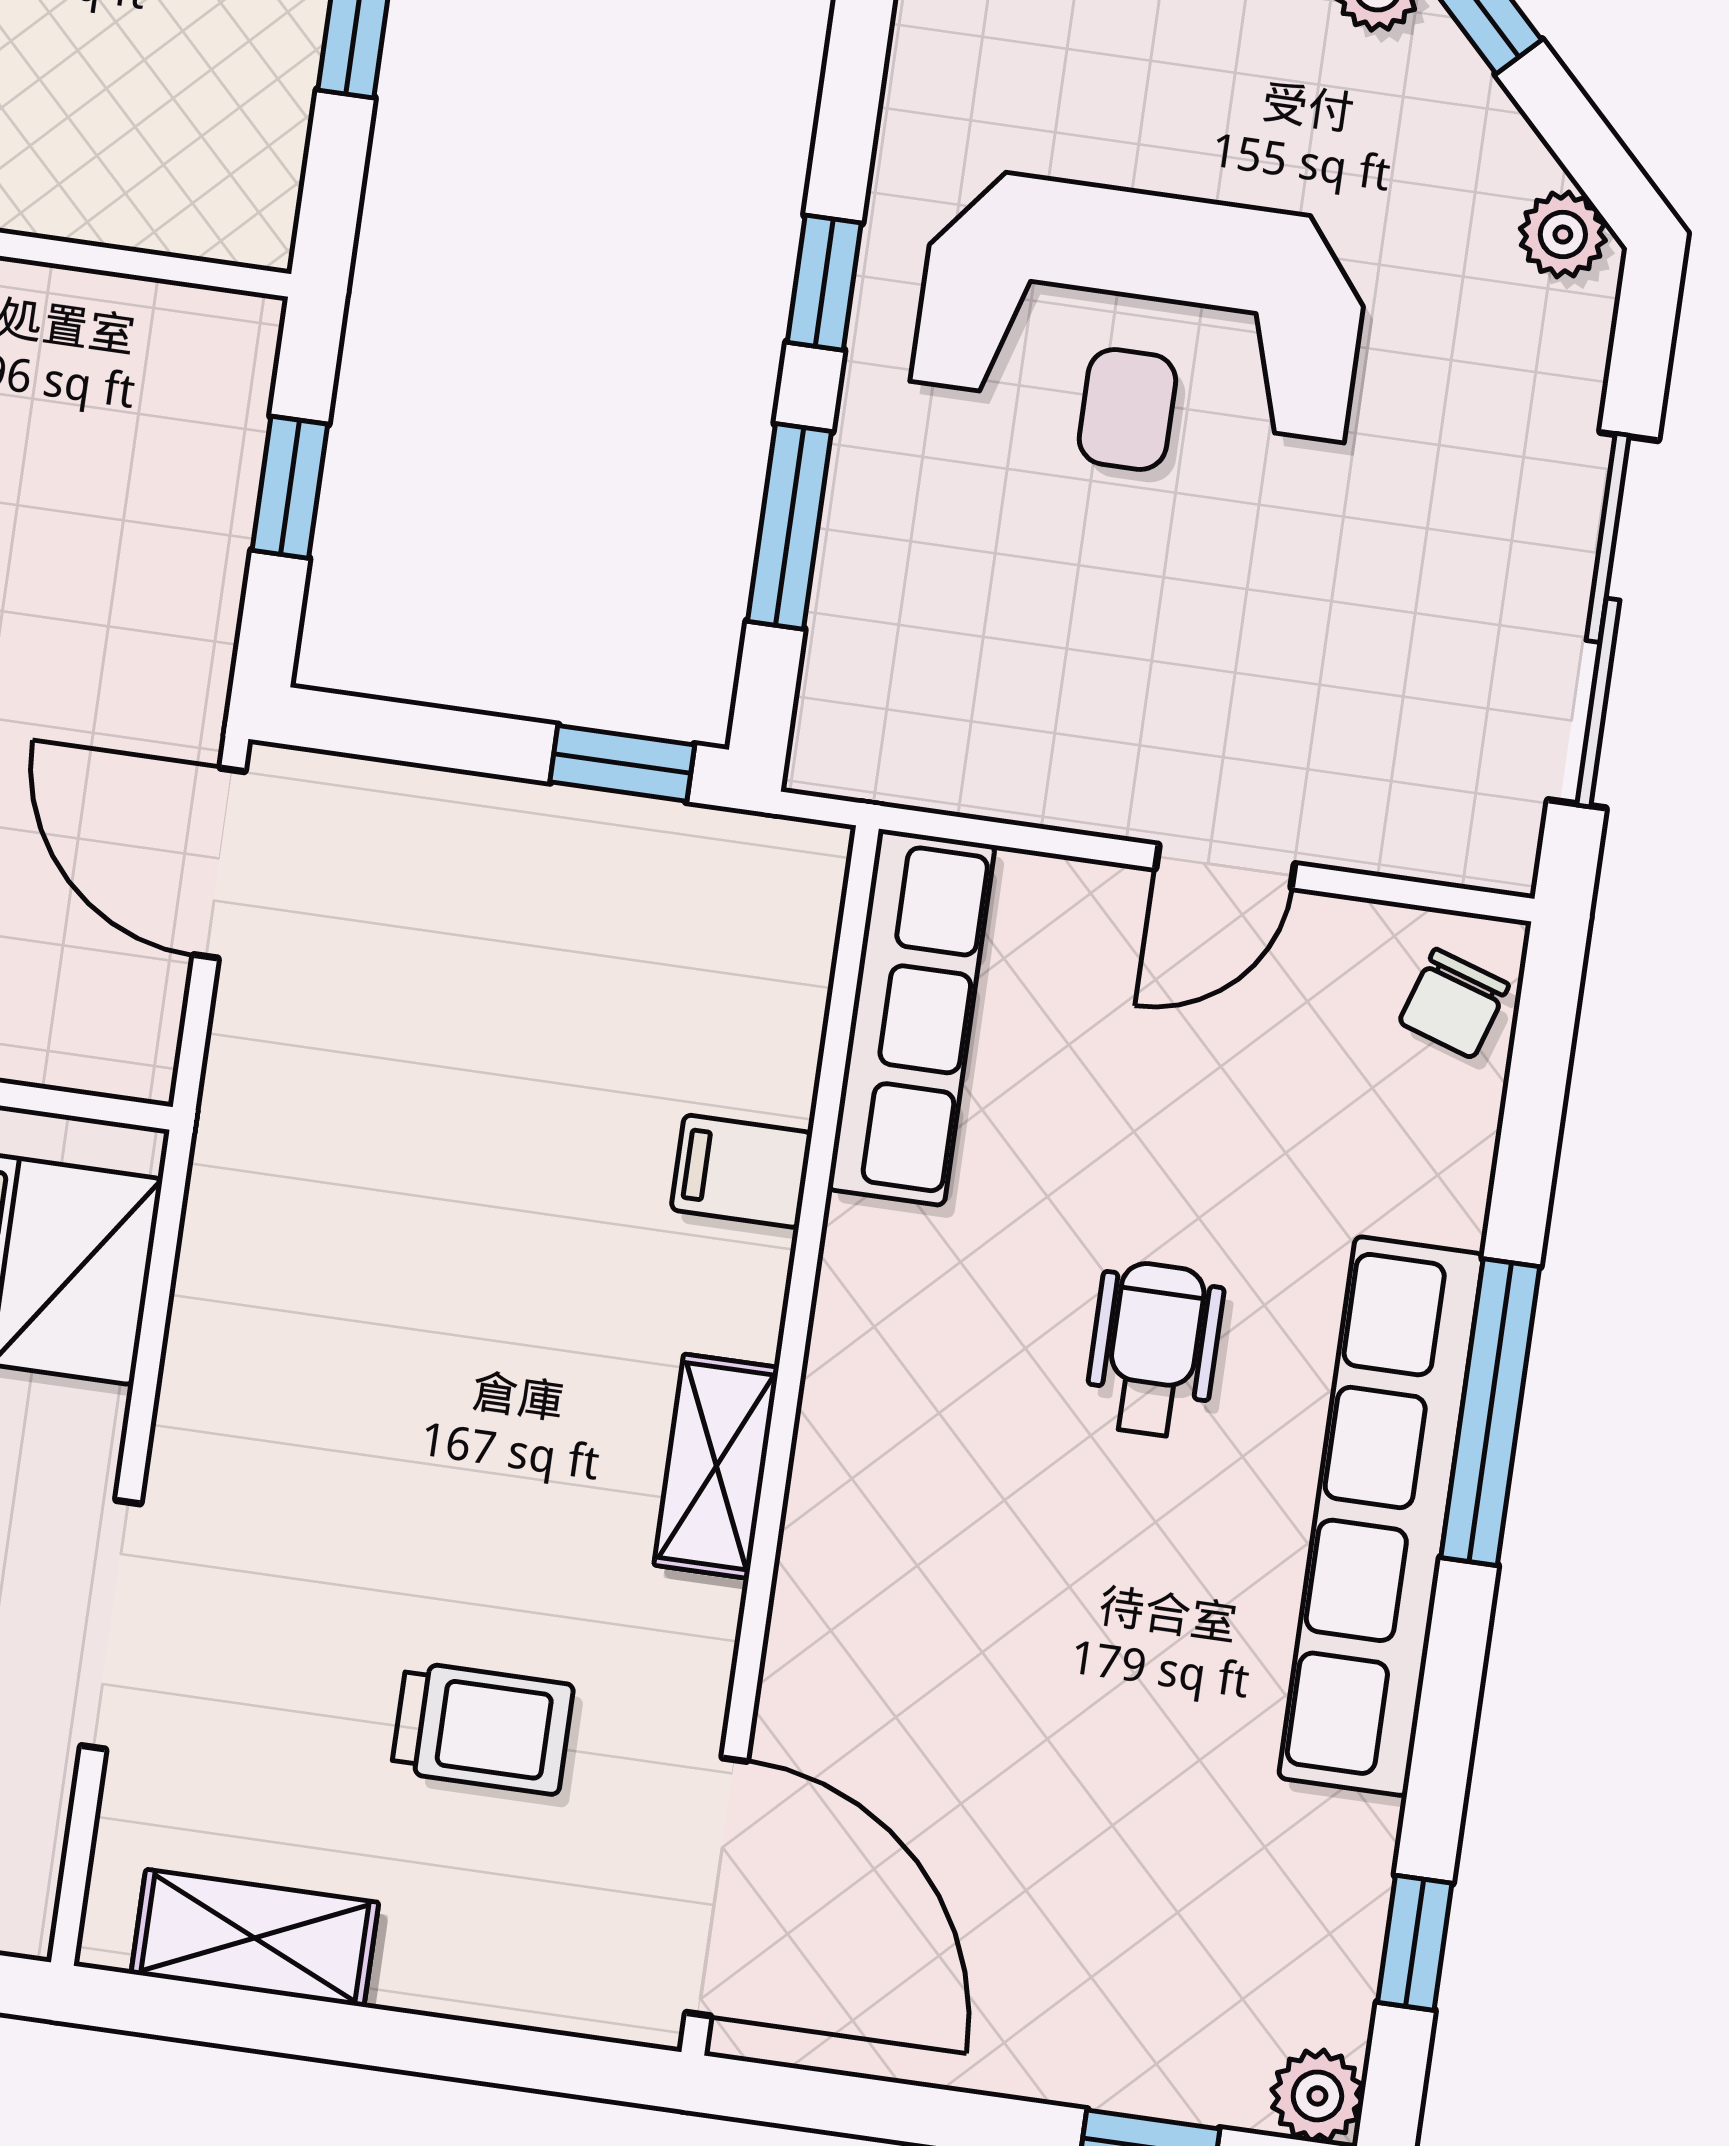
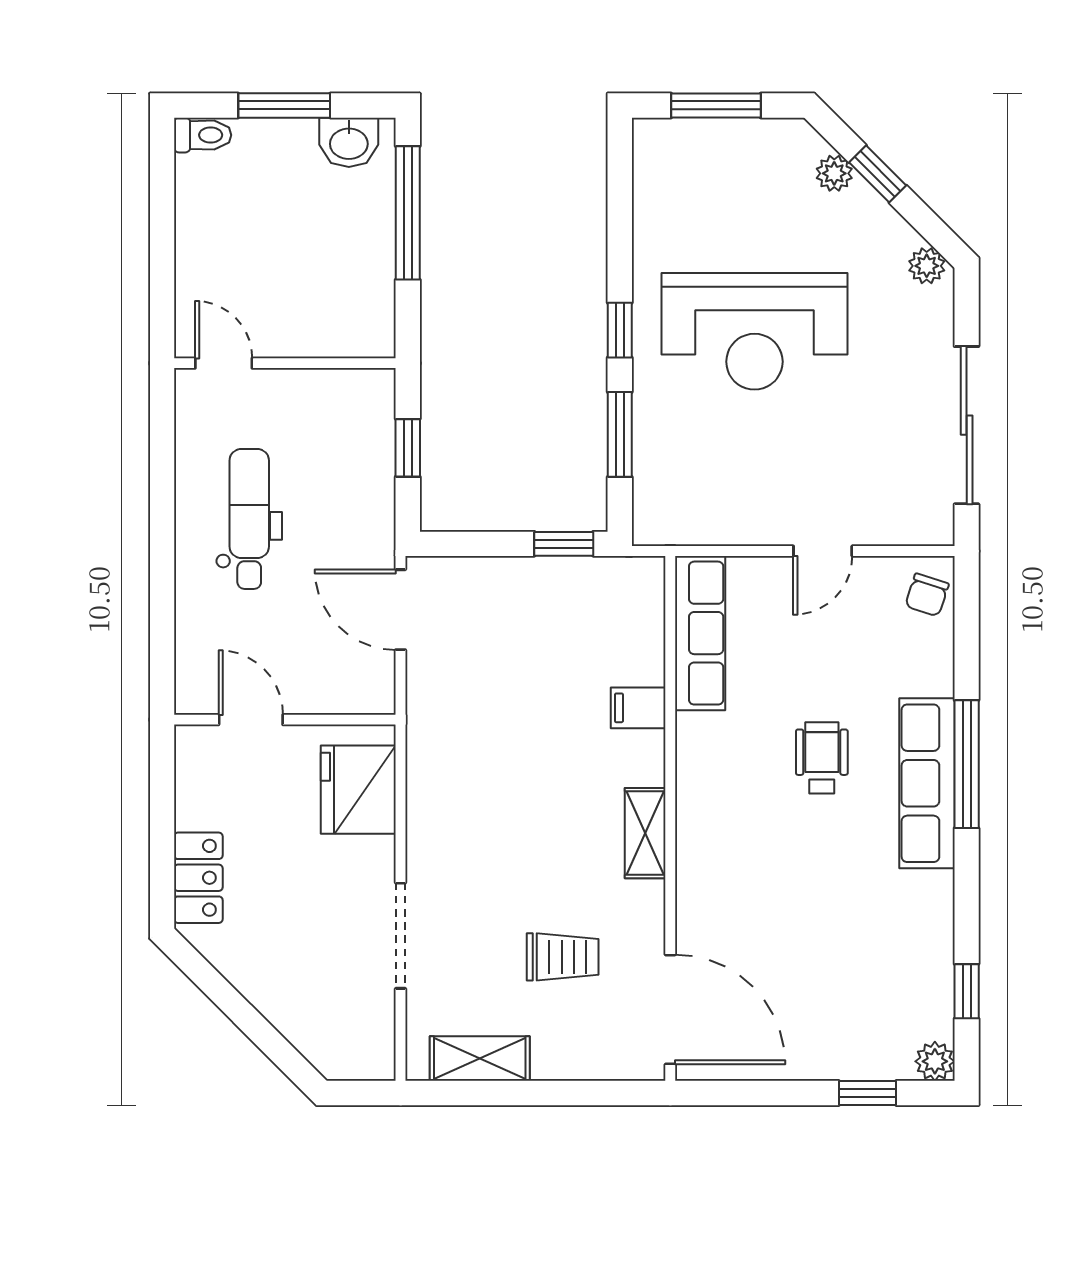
row of seats: (1381, 1516) -> (927, 783), width x0.73

